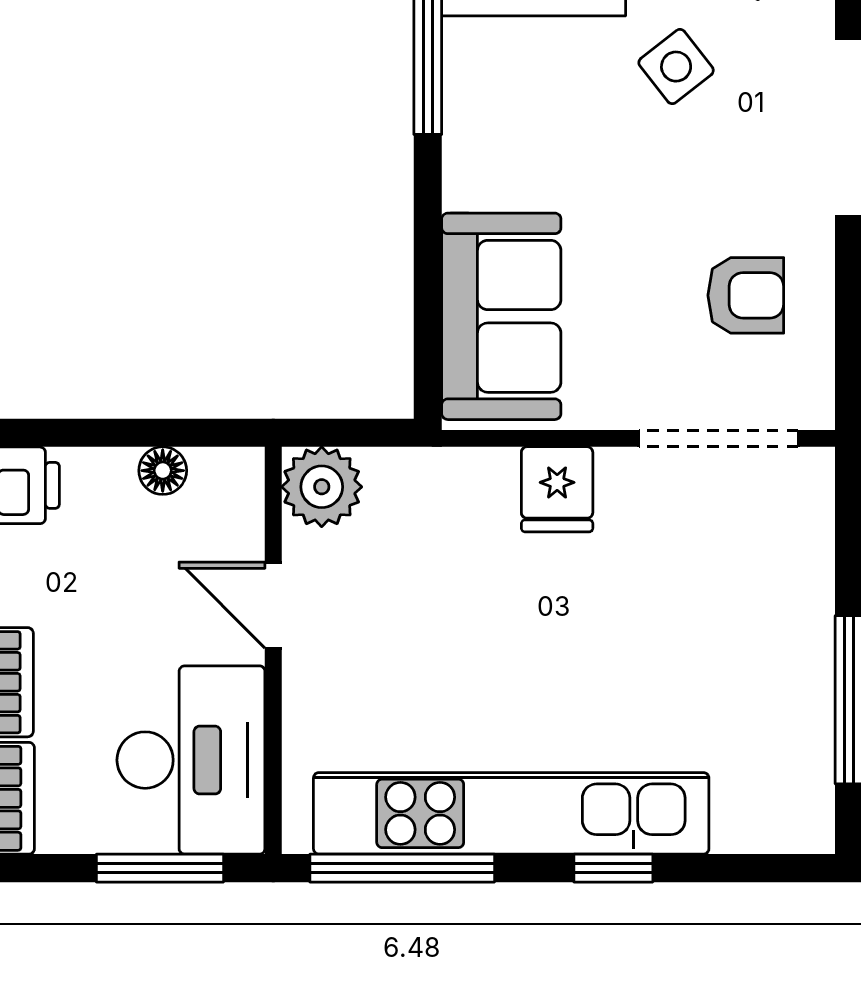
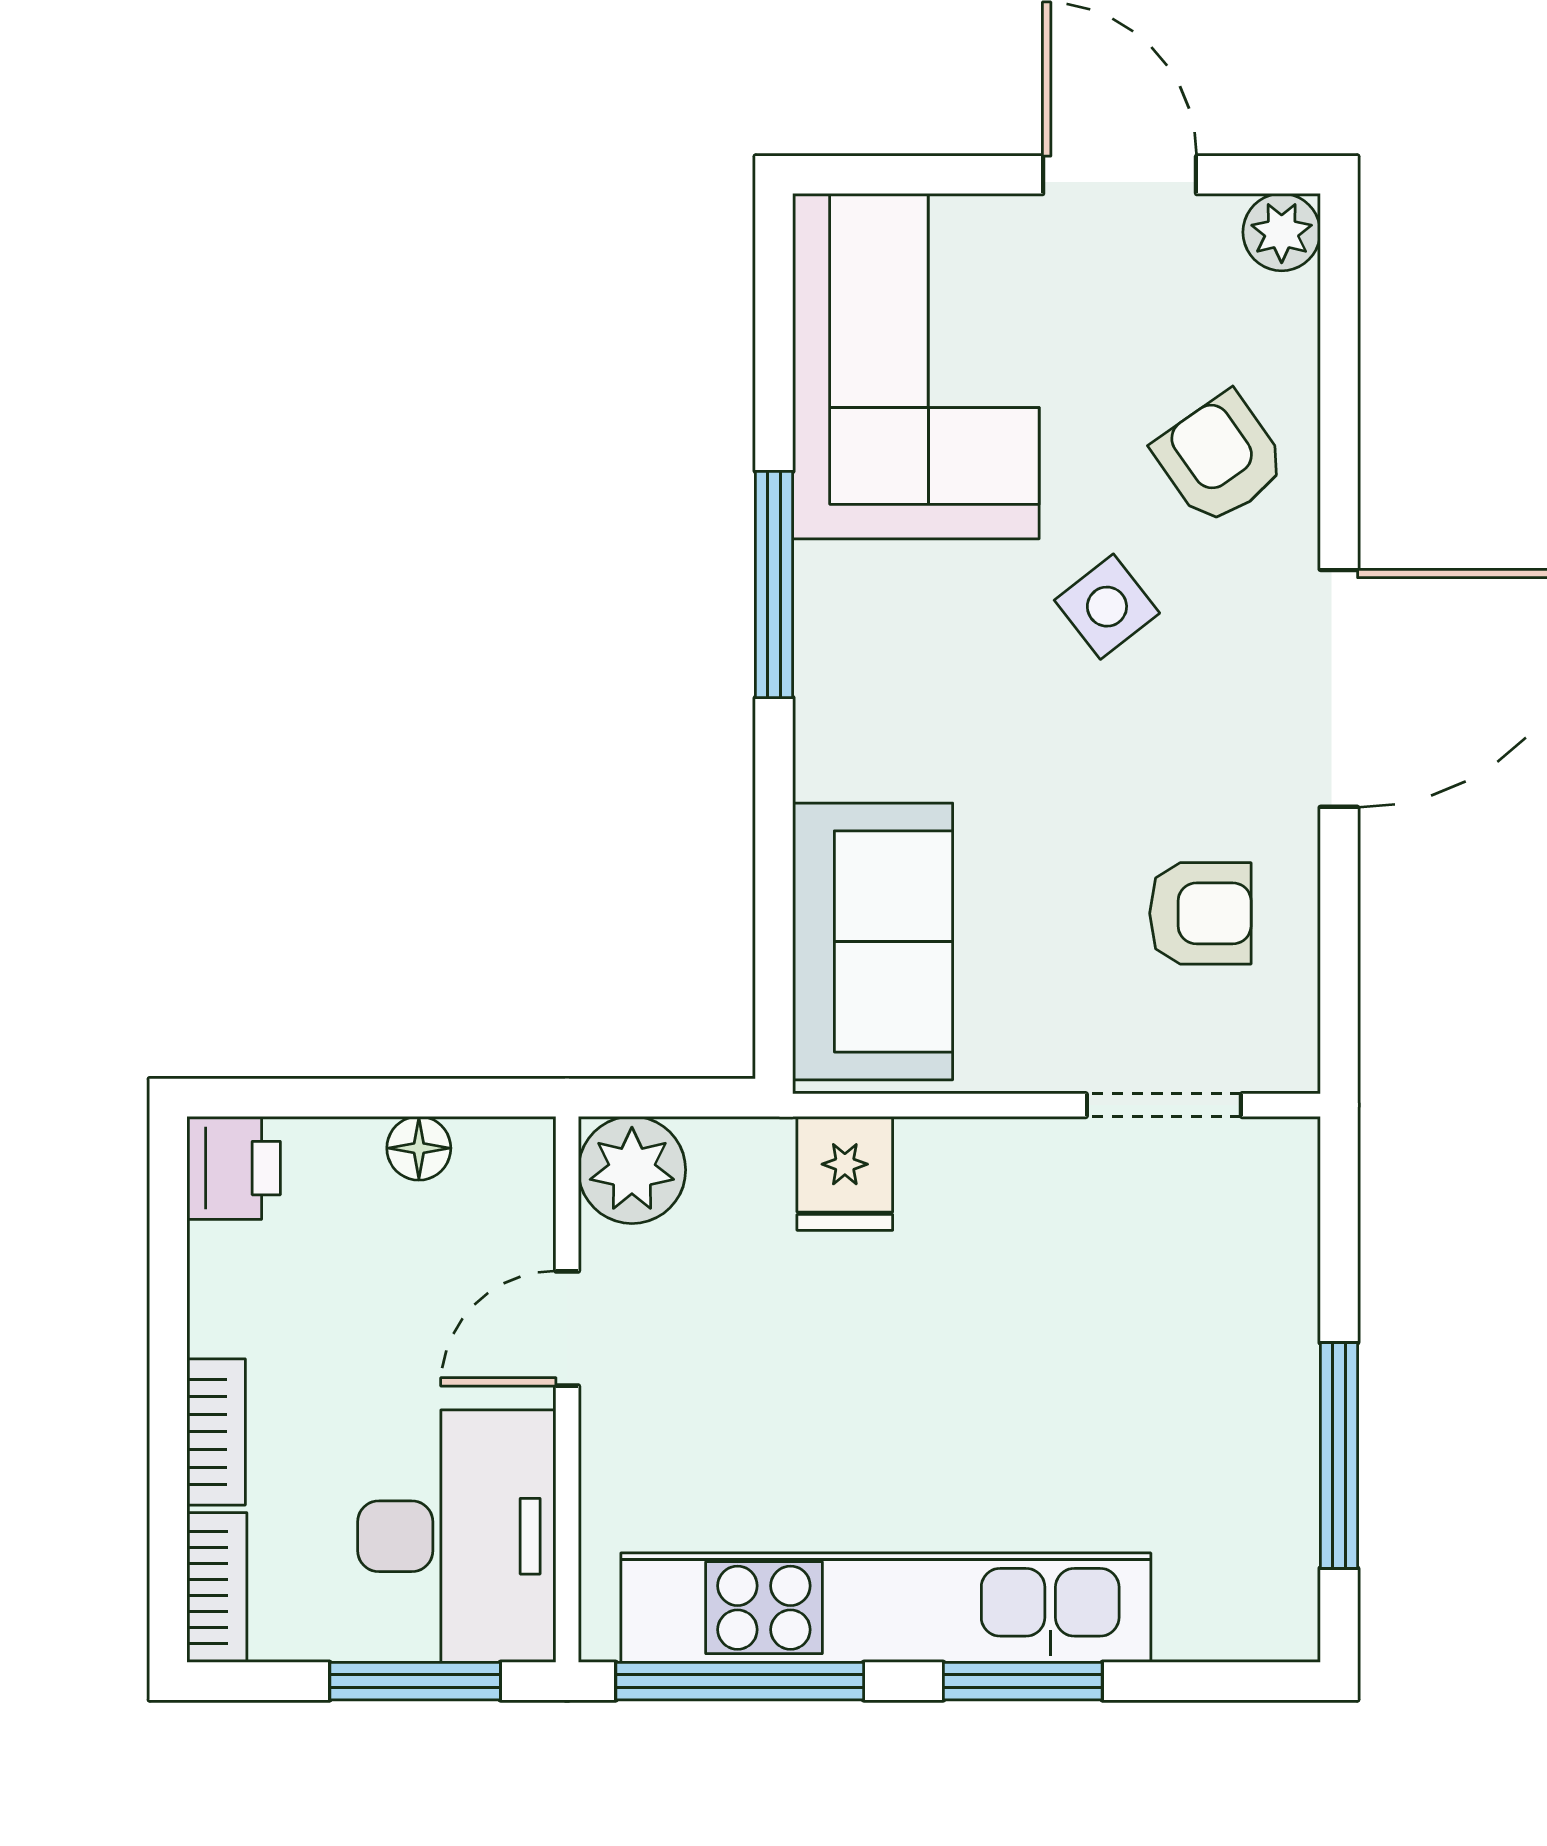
doorway: (719, 438) -> (1164, 1105), width x0.73
fridge: (557, 489) -> (845, 1173), moved
door: (273, 605) -> (567, 1328), hinge flipped
window: (613, 868) -> (1023, 1681), width x1.50

